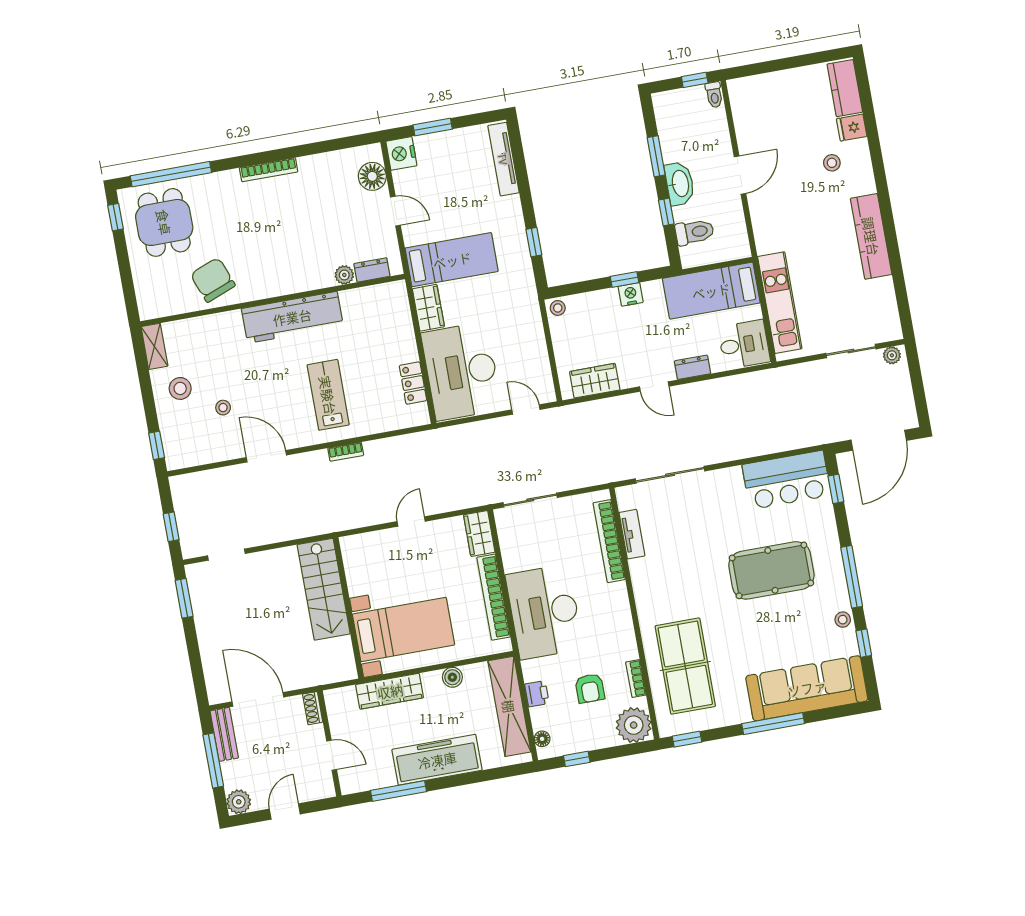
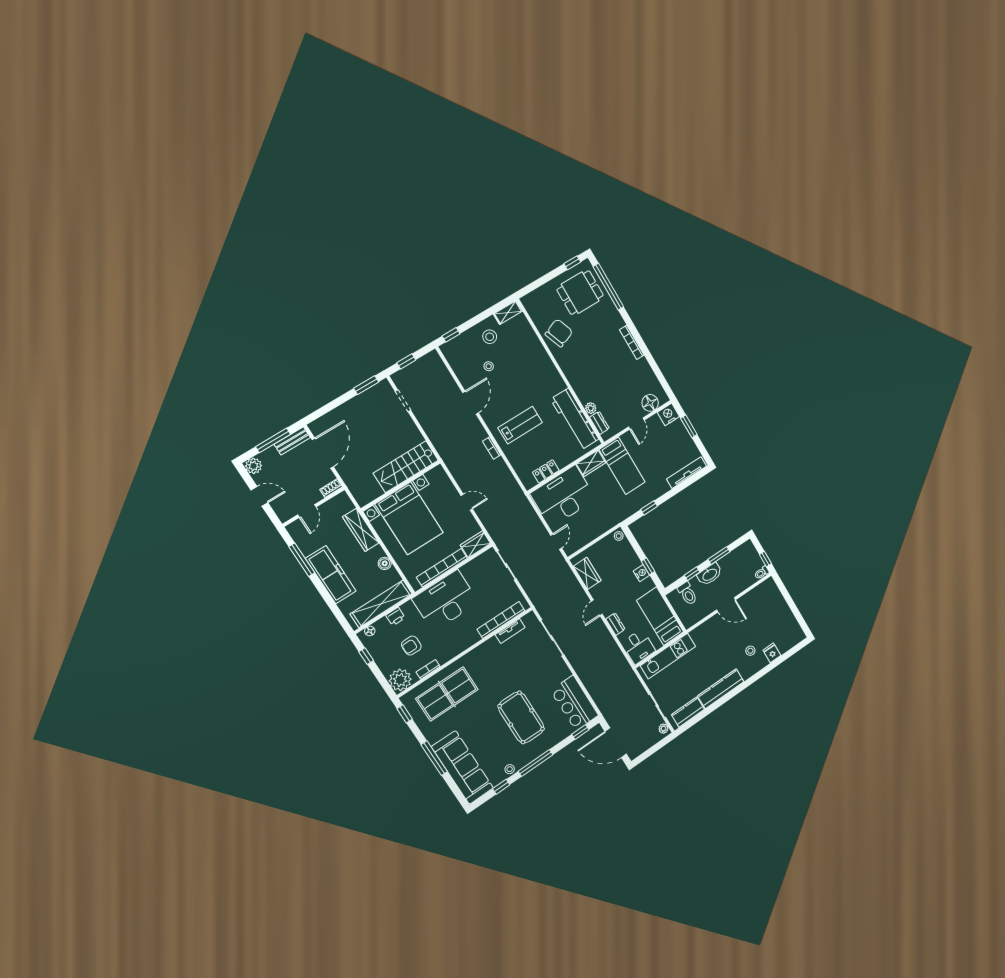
kitchen counter: (845, 88) -> (688, 712), moved
workbench: (292, 317) -> (575, 419), moved
bed with nightstands: (403, 629) -> (409, 518), width x1.36

